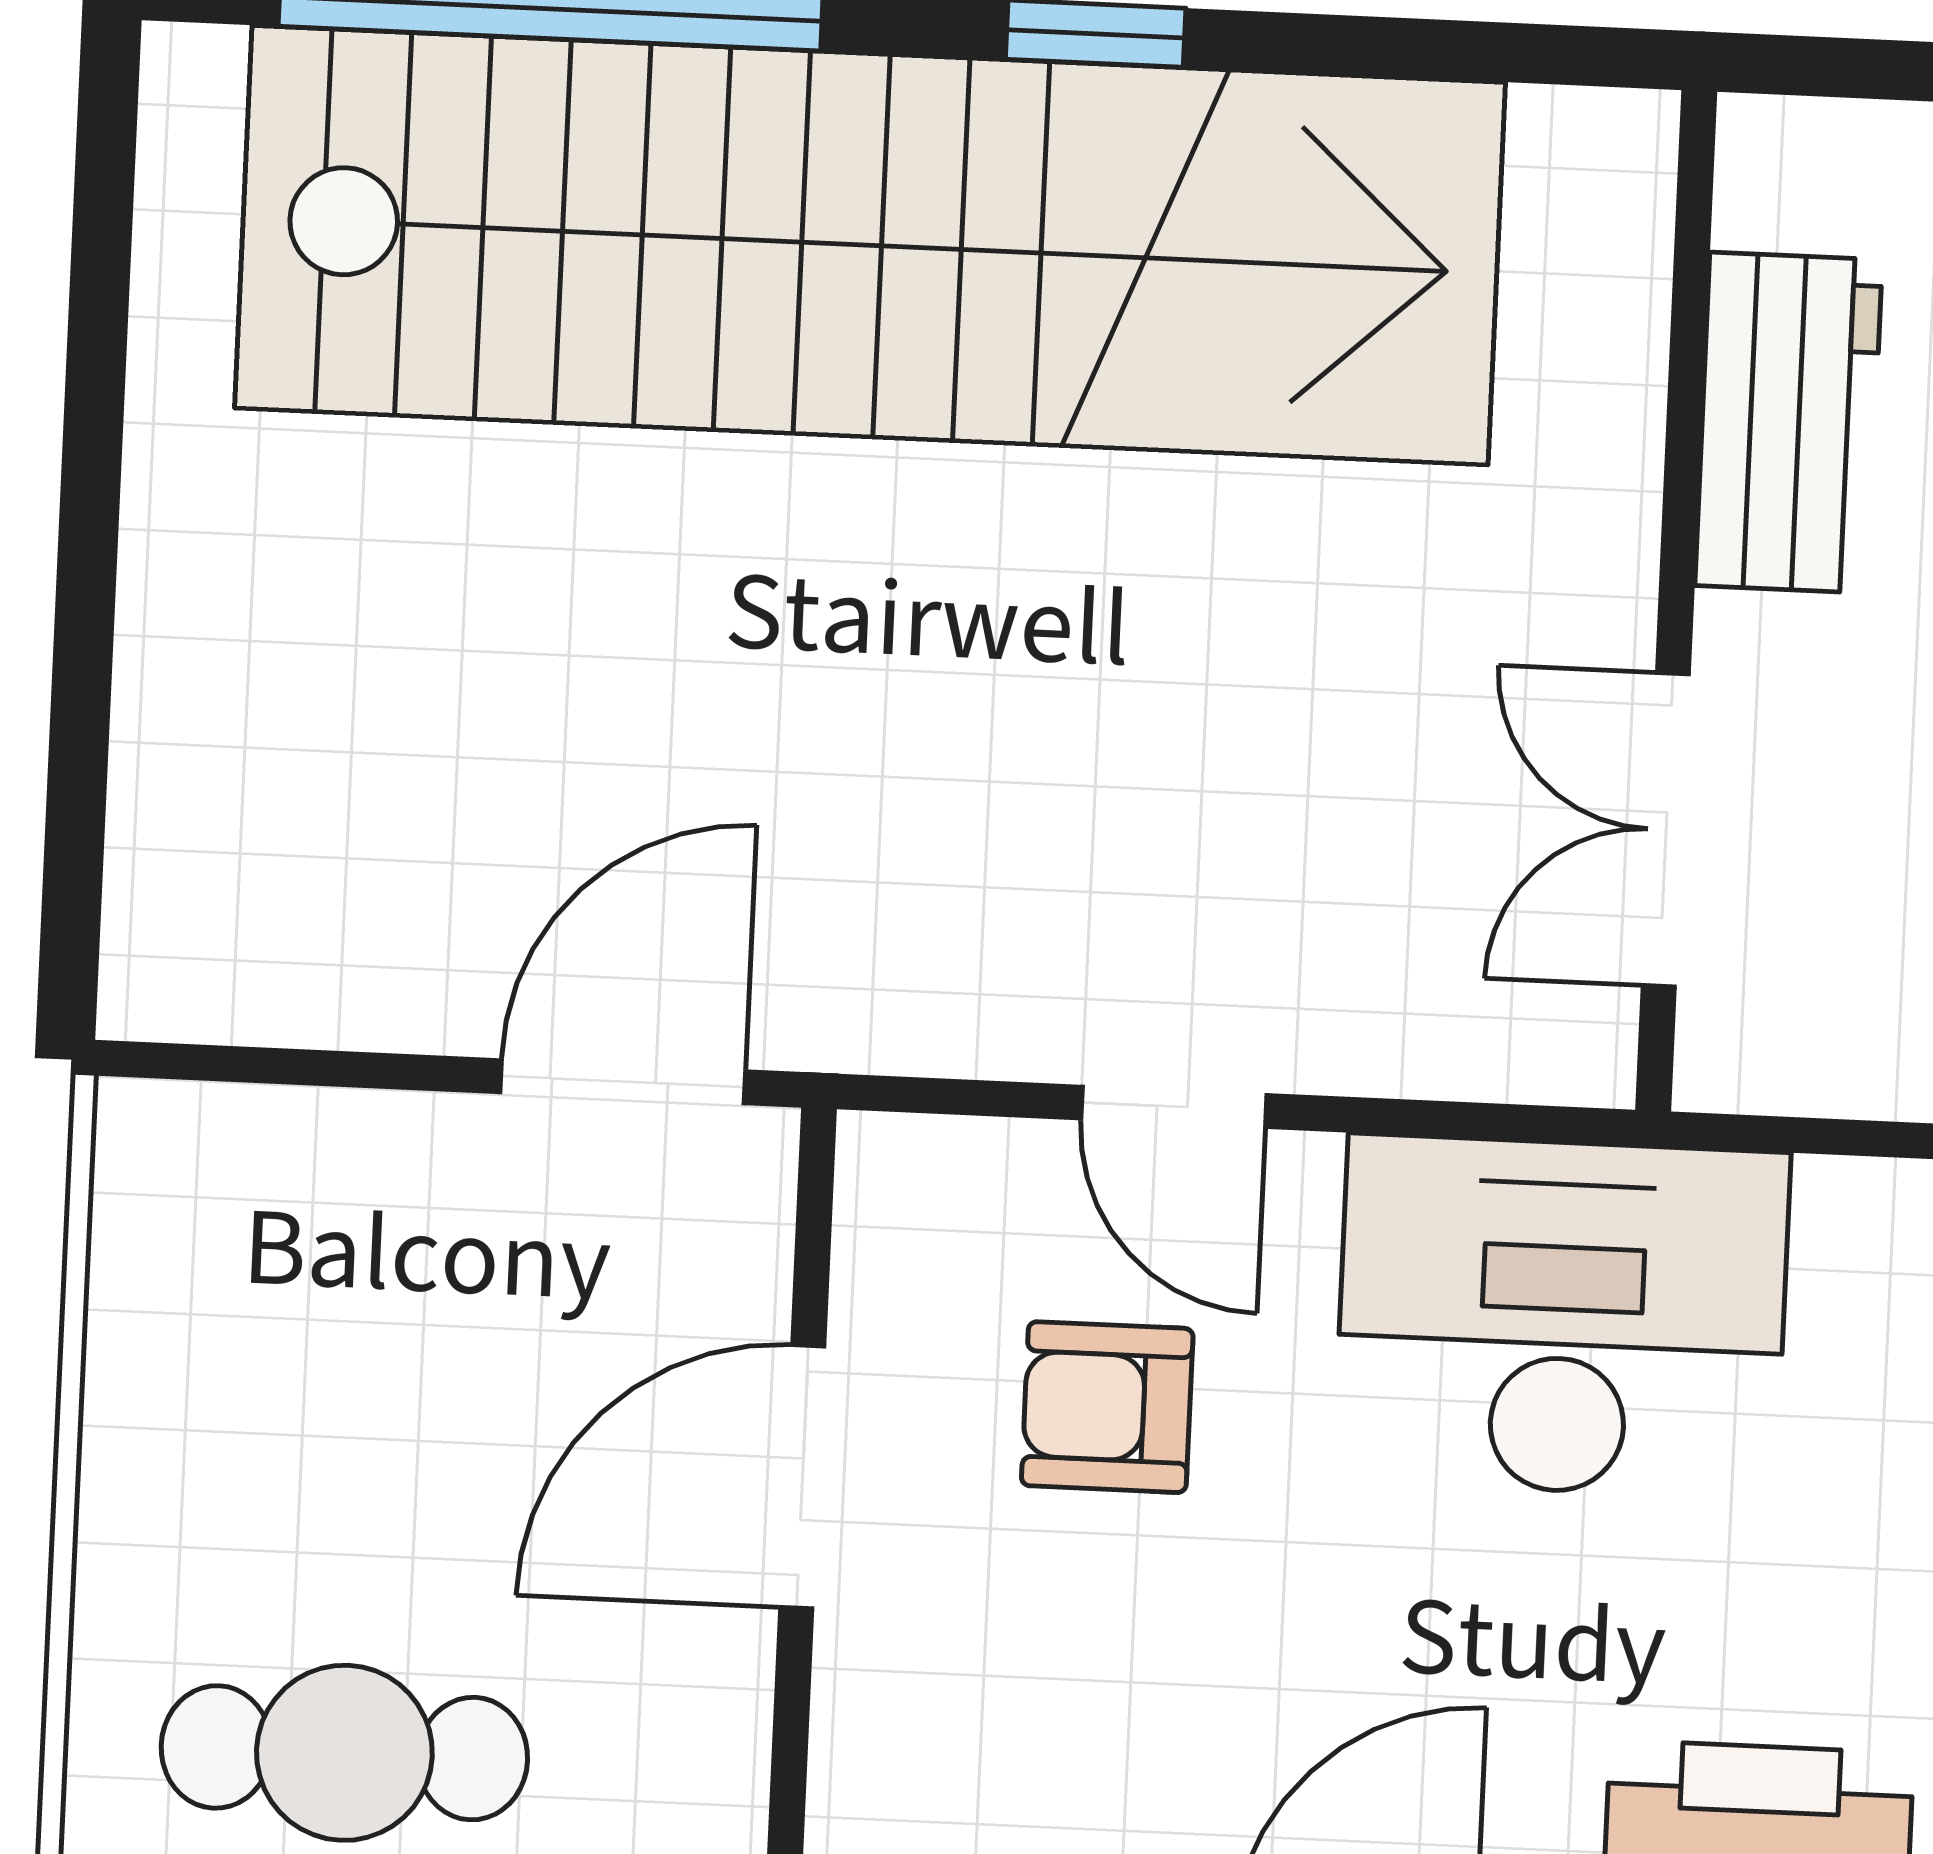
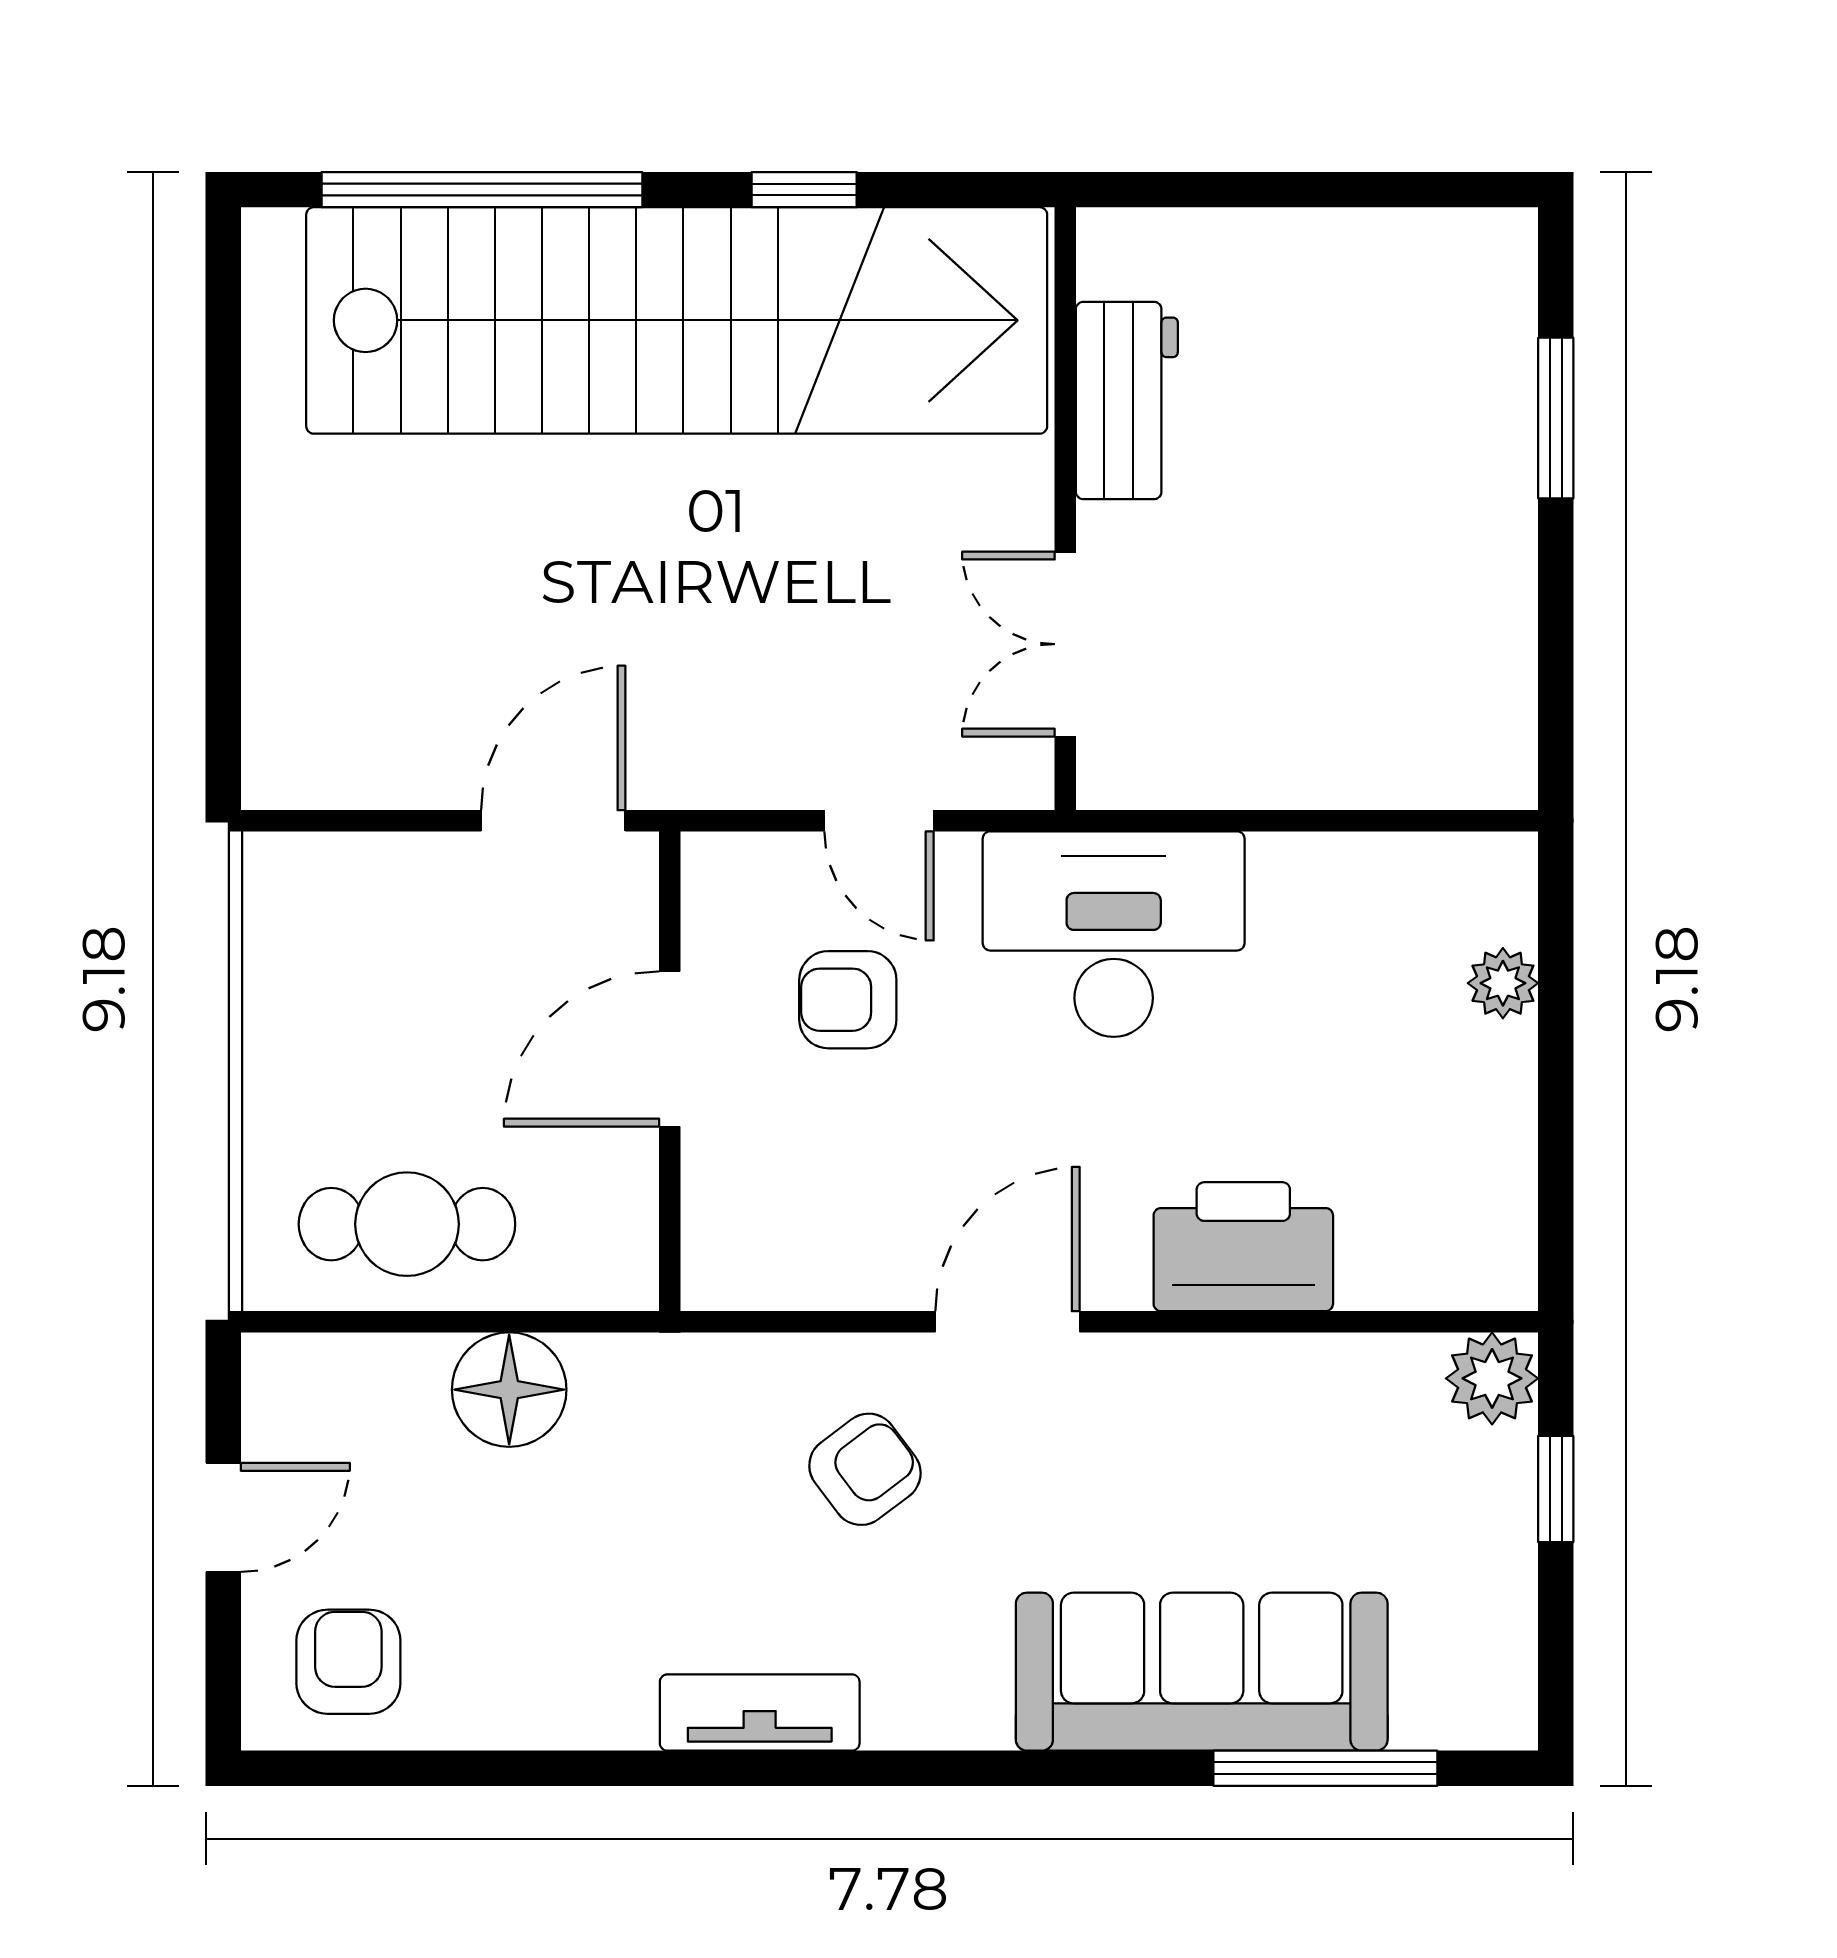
workbench: (1789, 423) -> (1127, 400), moved
wall: (1676, 601) -> (1065, 509), moved
double door: (1666, 830) -> (1065, 644), moved

